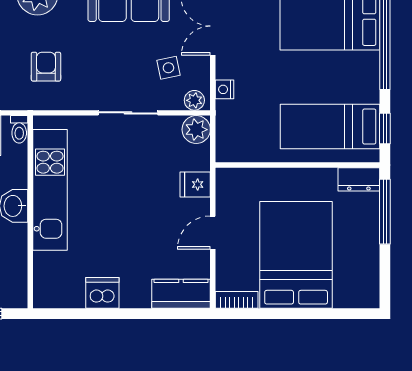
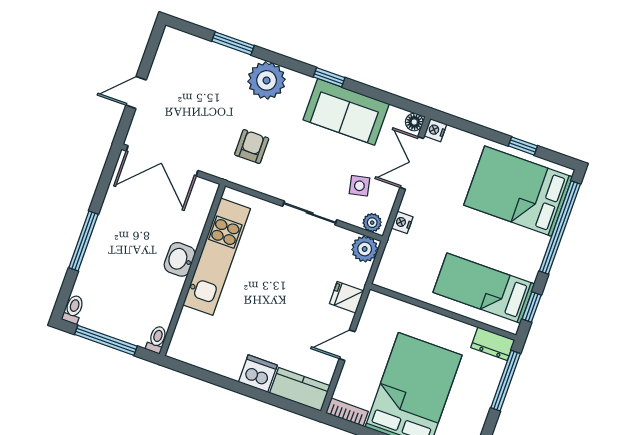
toilet: (19, 129) -> (157, 339), moved, turned 180
dishwasher: (102, 293) -> (258, 374), moved

